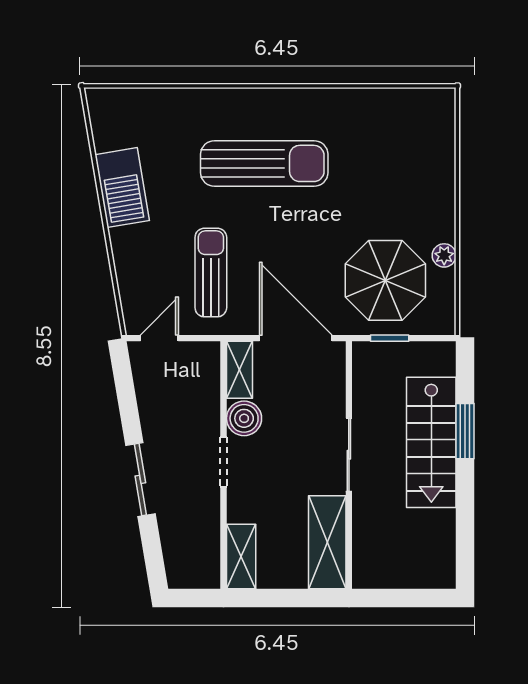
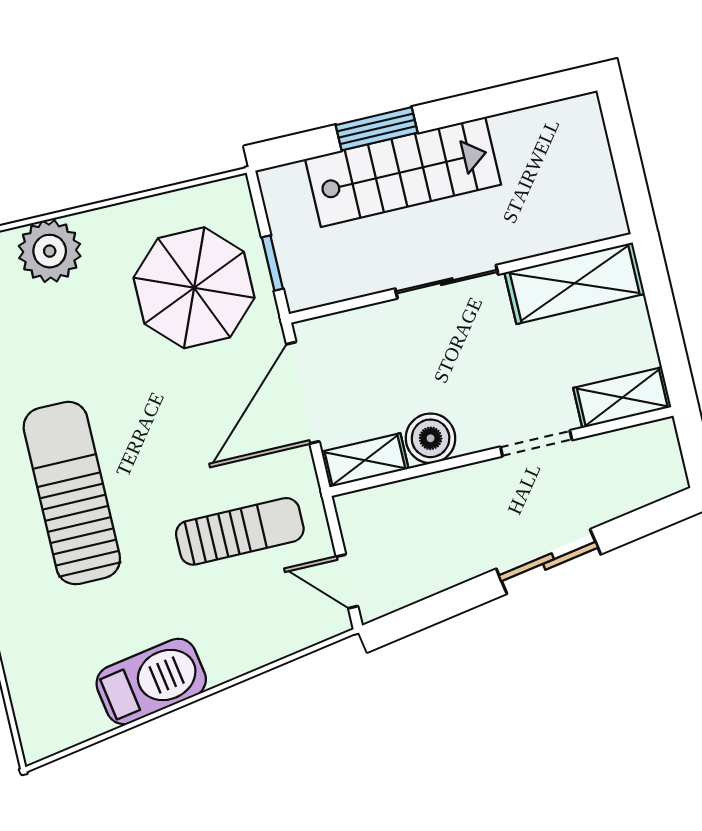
plant: (444, 255) -> (50, 251), moved, width x1.88, depth x1.88
sun lounger: (211, 273) -> (240, 531), turned 180
doorway: (224, 462) -> (536, 443), moved

